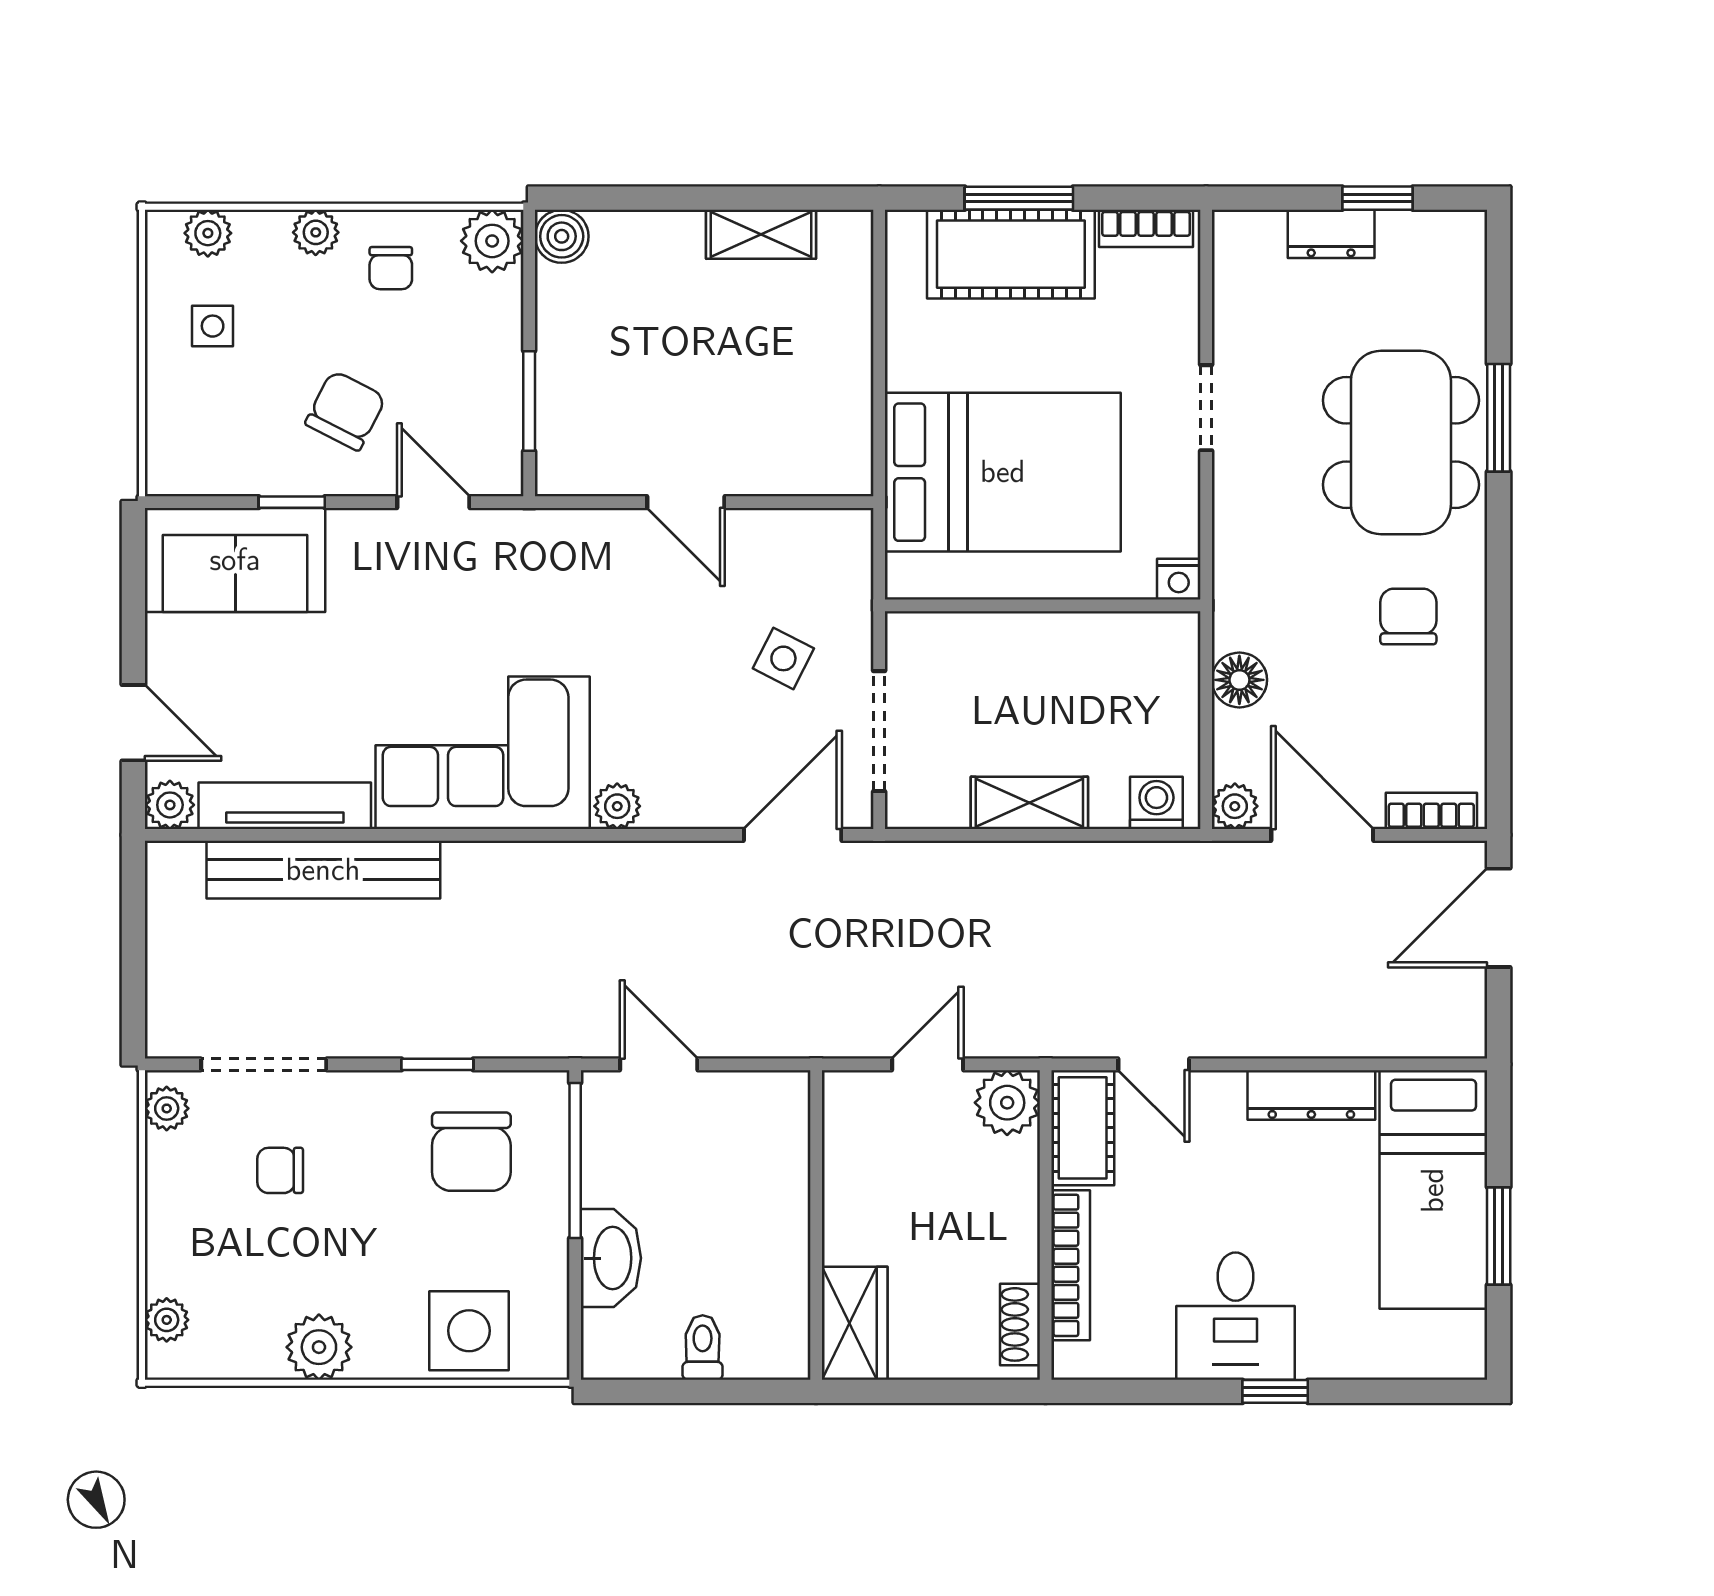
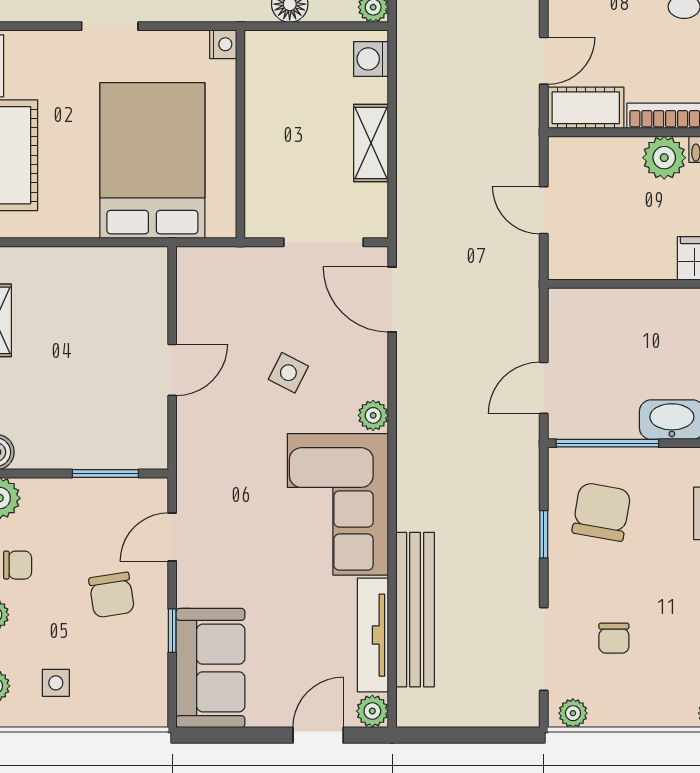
chair: (346, 411) -> (112, 595), turned -126
side table: (783, 658) -> (288, 373), moved
plant: (1007, 1103) -> (664, 158), moved
chair: (471, 1152) -> (602, 512), turned -80

